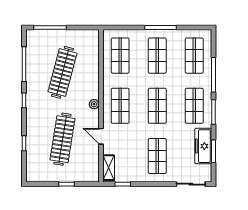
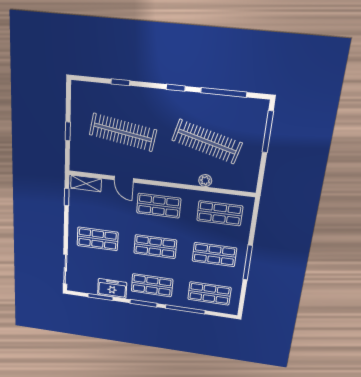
plant: (94, 104) -> (205, 181), moved
door: (101, 136) -> (124, 179), swing flipped
freezer: (203, 146) -> (112, 289), width x0.71

